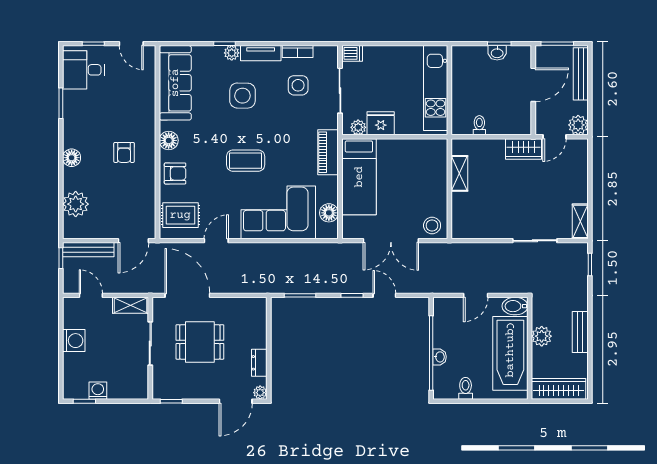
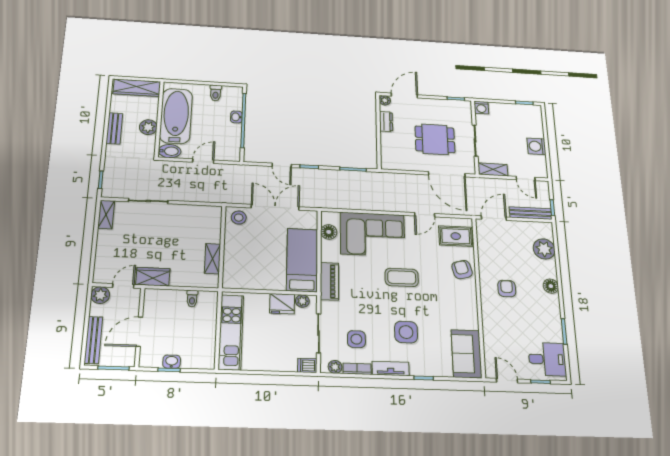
plant: (232, 53) -> (335, 367), moved
sofa: (175, 83) -> (466, 354), width x0.73
floor lamp: (169, 140) -> (469, 297), removed
armchair: (175, 173) -> (462, 270), turned 75
washing machine: (98, 391) -> (481, 108), moved

